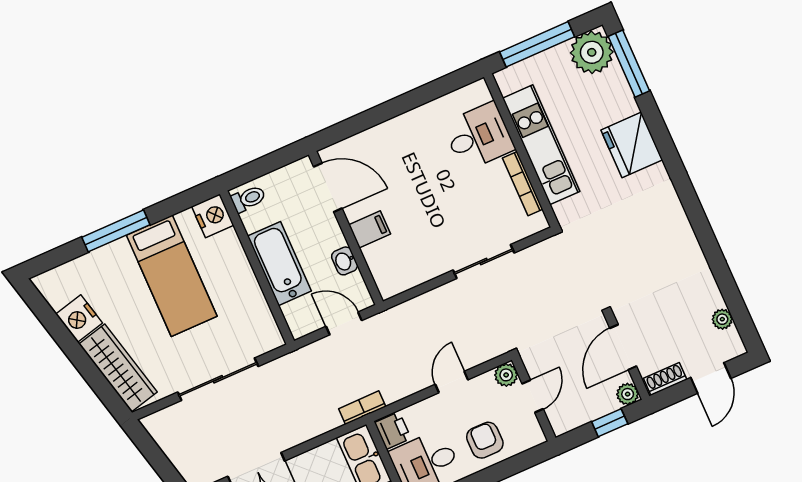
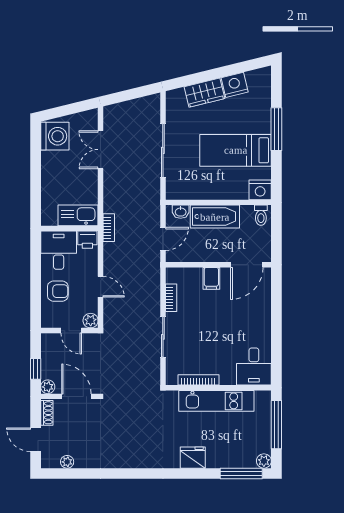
plant: (592, 52) -> (264, 461), width x0.53, depth x0.53
desk: (479, 136) -> (254, 366), moved
fridge: (632, 145) -> (193, 458), width x0.73, depth x0.75
washbasin: (345, 261) -> (181, 212), moved, turned 180
bookcase: (423, 275) -> (171, 298), added
wardrobe: (118, 368) -> (204, 93), width x0.67

